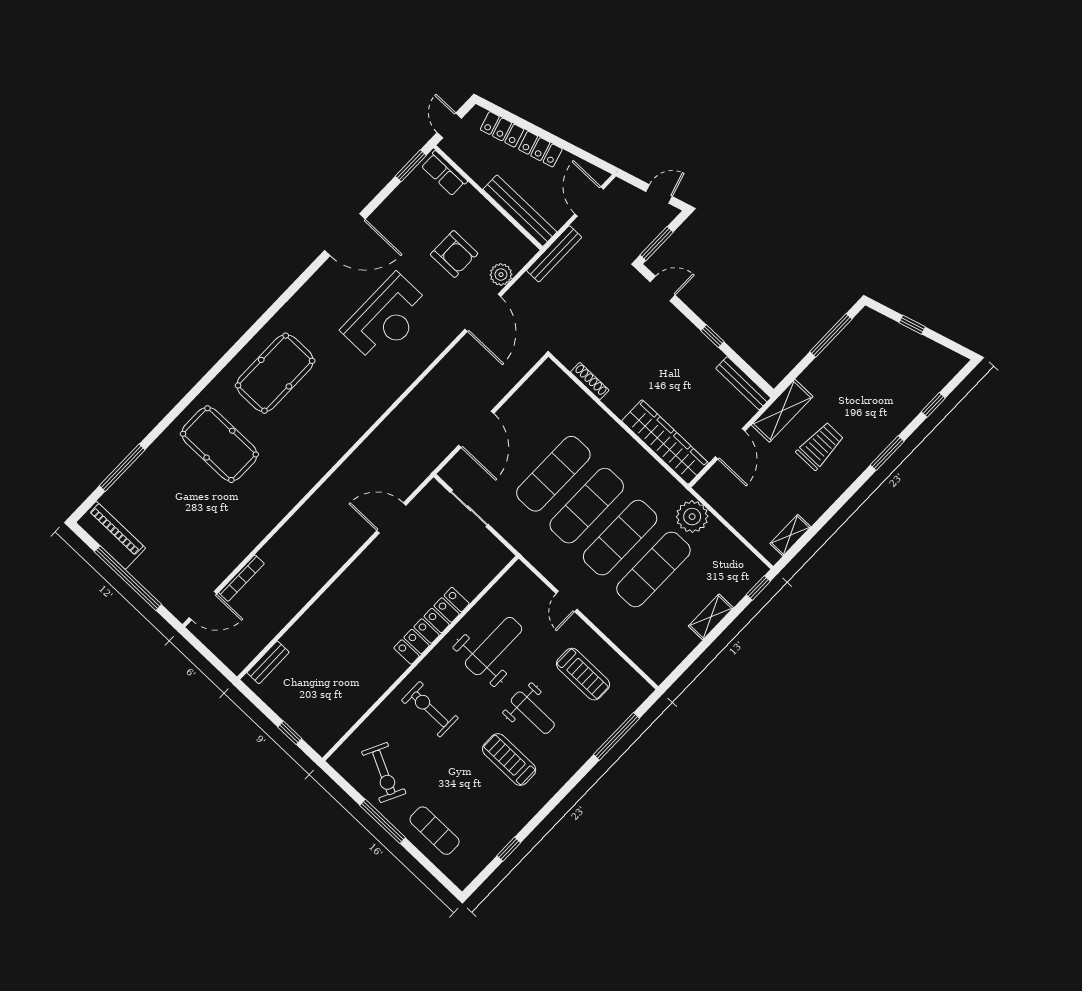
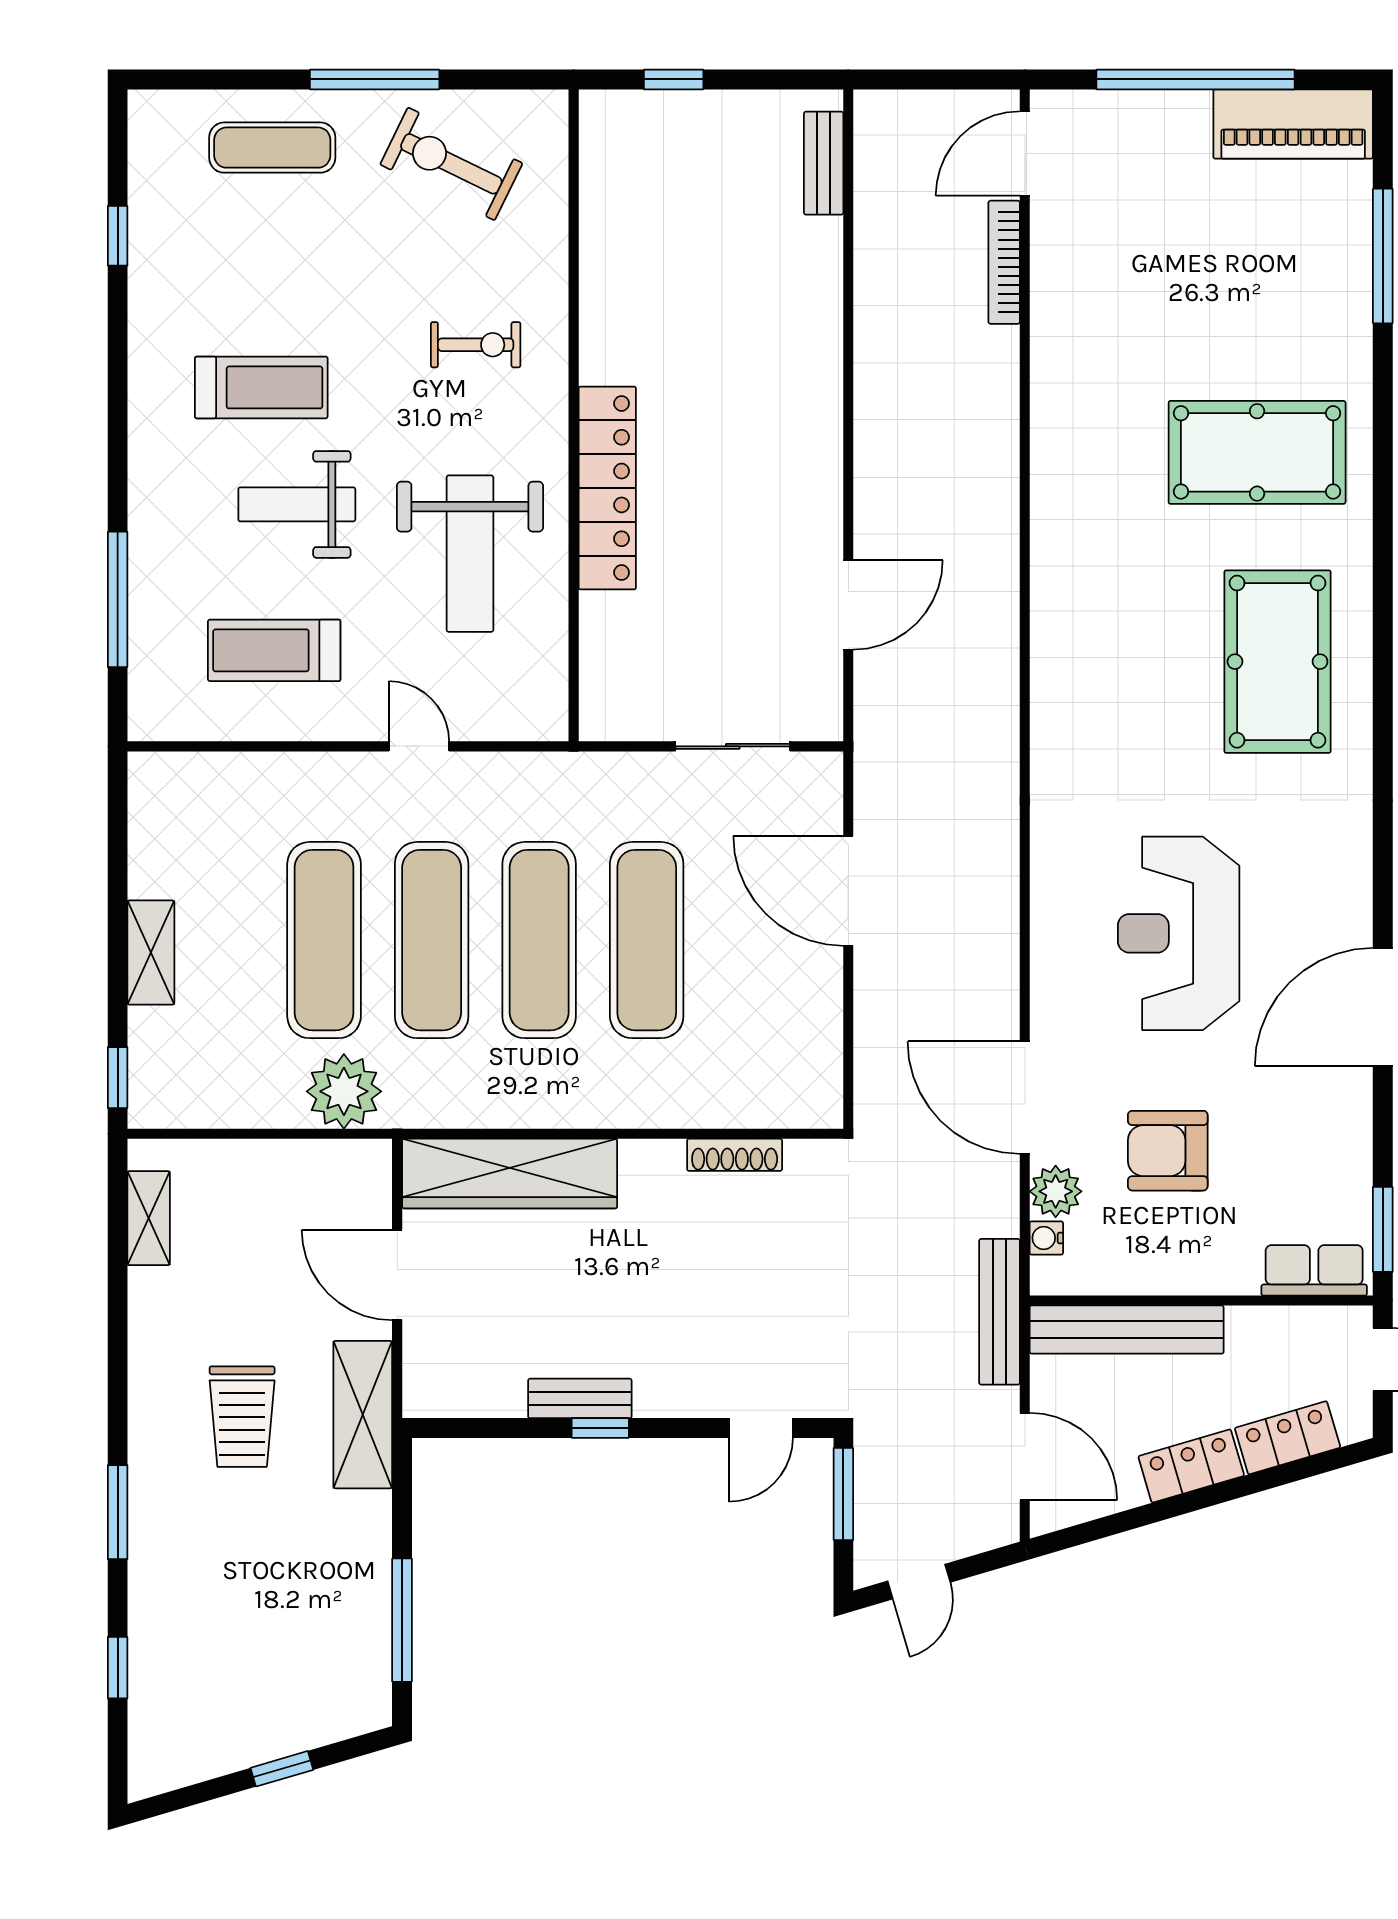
water cooler: (518, 263) -> (1046, 1238), added
bench: (743, 383) -> (580, 1398), moved, width x0.73
exercise bike: (430, 709) -> (476, 345), width x0.73, depth x0.72

